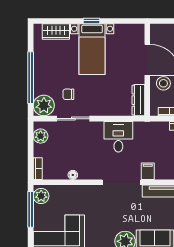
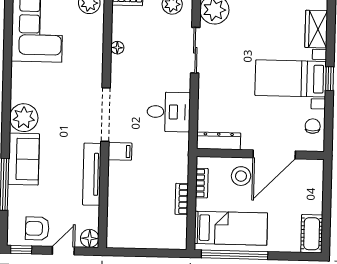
chair: (68, 94) -> (313, 126), moved

